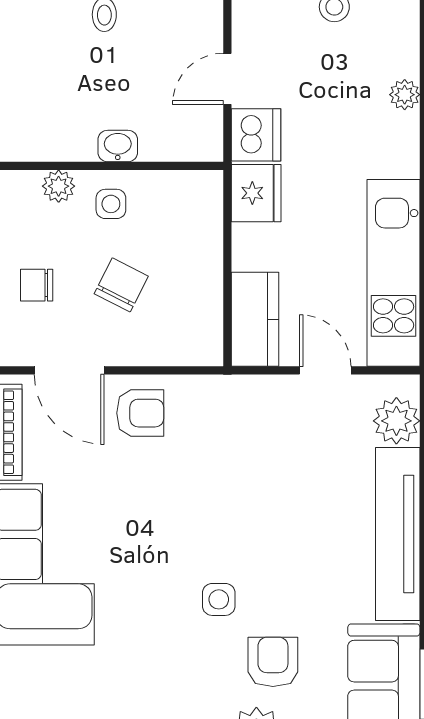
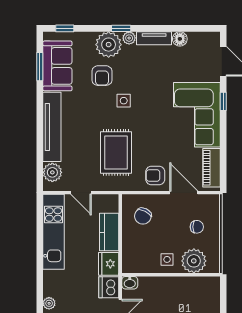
washbasin: (118, 146) -> (130, 283), moved
plant: (59, 186) -> (194, 261), width x1.87, depth x1.87
chair: (121, 285) -> (143, 216), moved
kitchen counter: (255, 319) -> (109, 232), moved
rug: (238, 470) -> (116, 152), added

